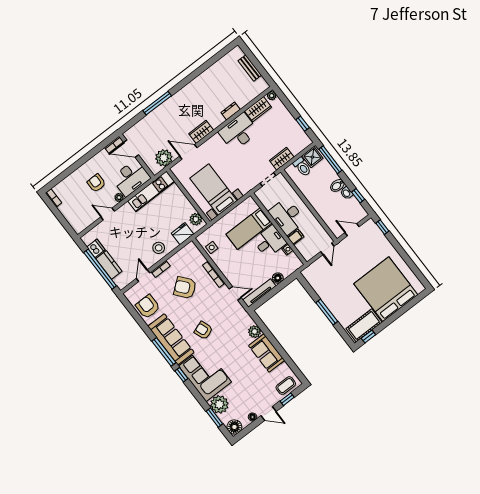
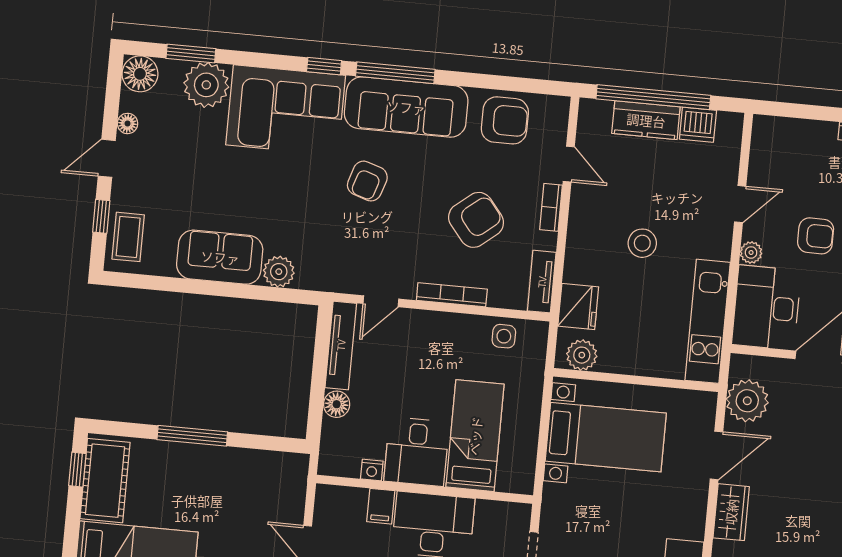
stool: (159, 248) -> (642, 243), moved
tv unit: (185, 251) -> (542, 282), added
armchair: (203, 330) -> (367, 181), turned 128

